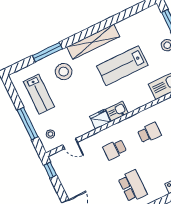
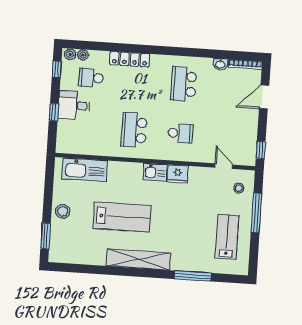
stool: (64, 72) -> (187, 246), removed
school desk: (149, 133) -> (134, 130), width x1.85

